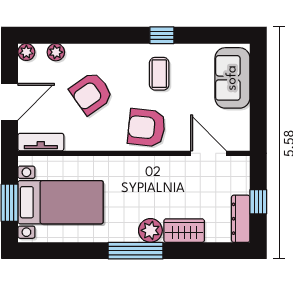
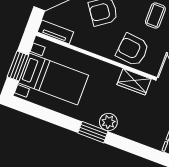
wardrobe: (184, 231) -> (134, 82), moved, turned 180
window: (136, 251) -> (93, 132), width x0.69

